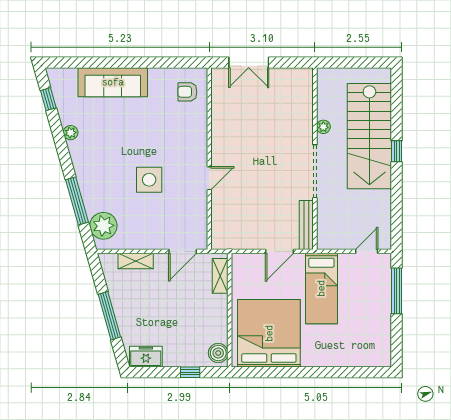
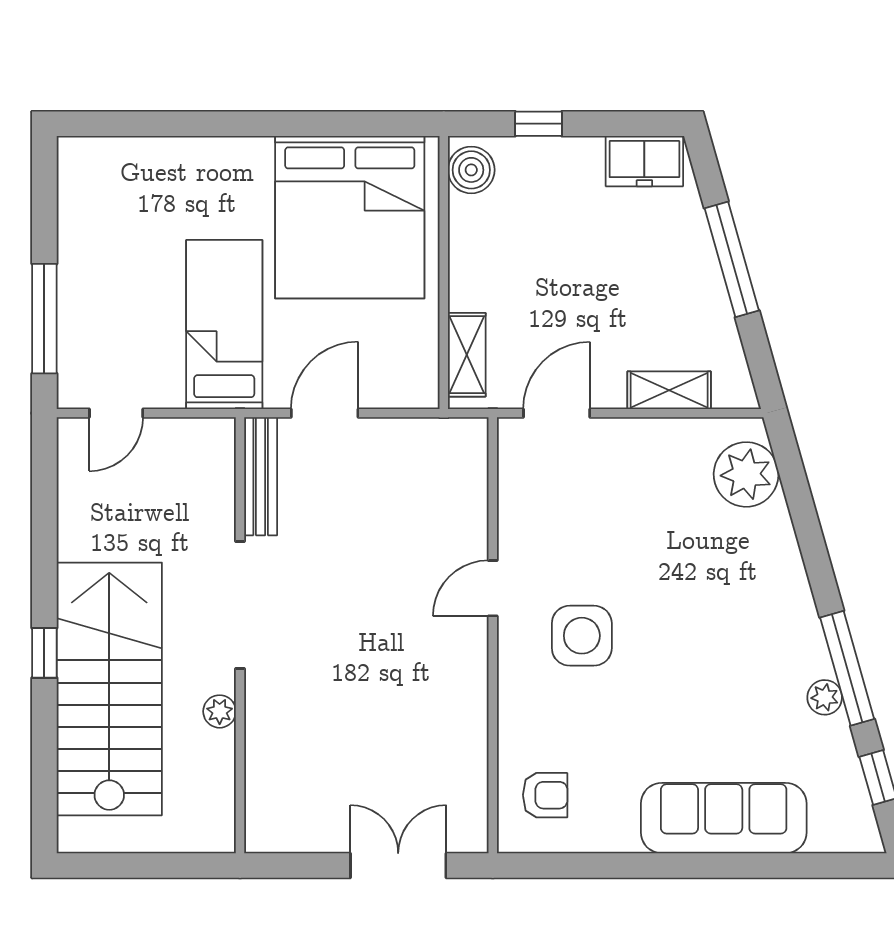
side table: (149, 180) -> (582, 636), moved
window: (77, 201) -> (847, 668), moved

